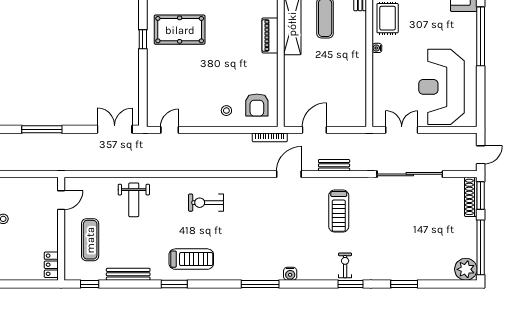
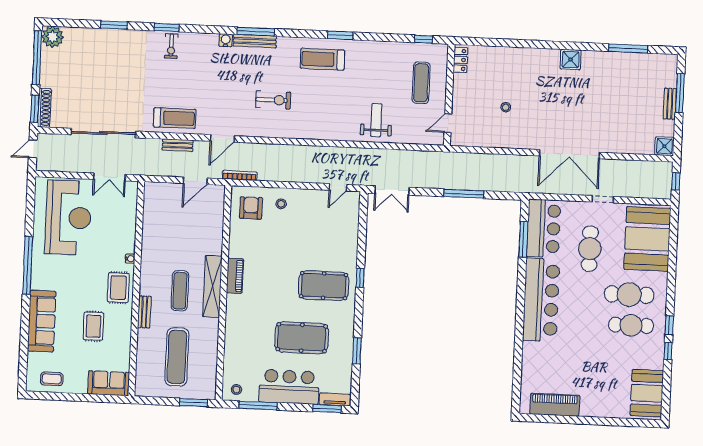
exercise bike: (206, 203) -> (273, 100), moved
treadmill: (339, 211) -> (175, 118), moved, turned 90
bench: (128, 274) -> (255, 41), moved

